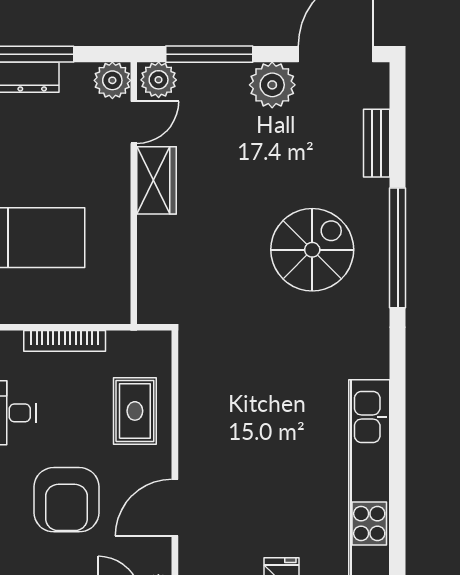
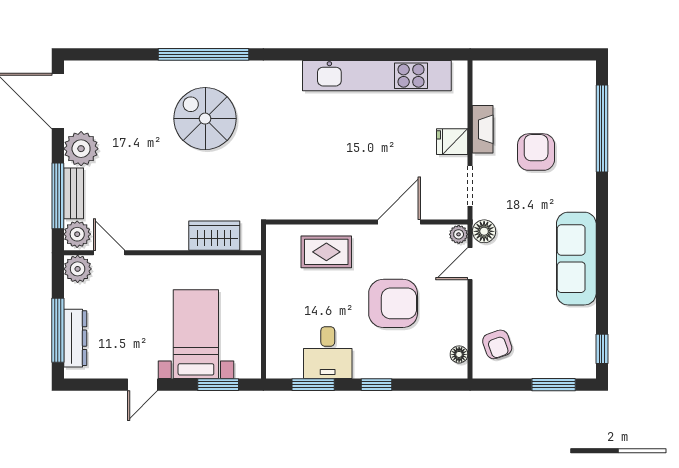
bench: (377, 143) -> (74, 193), moved, turned 90
wardrobe: (157, 180) -> (214, 236), moved
bookcase: (65, 341) -> (274, 305), removed
door: (175, 508) -> (399, 222), swing flipped

